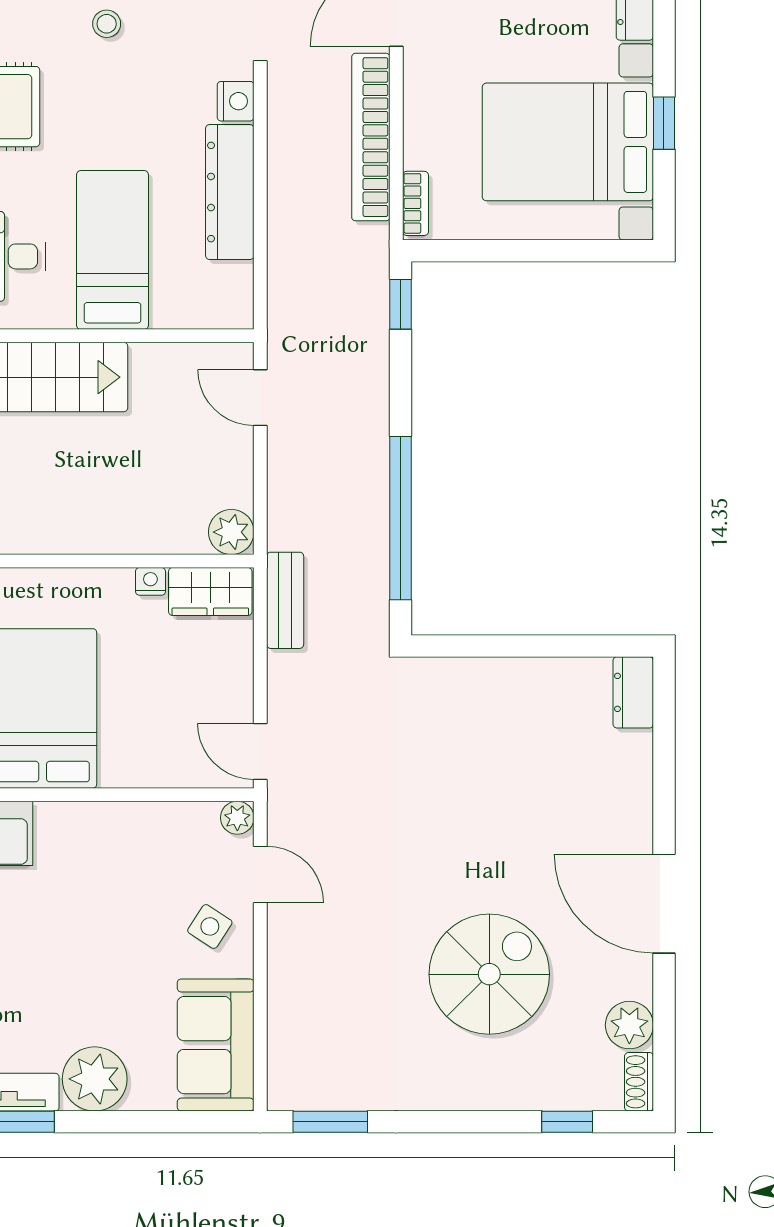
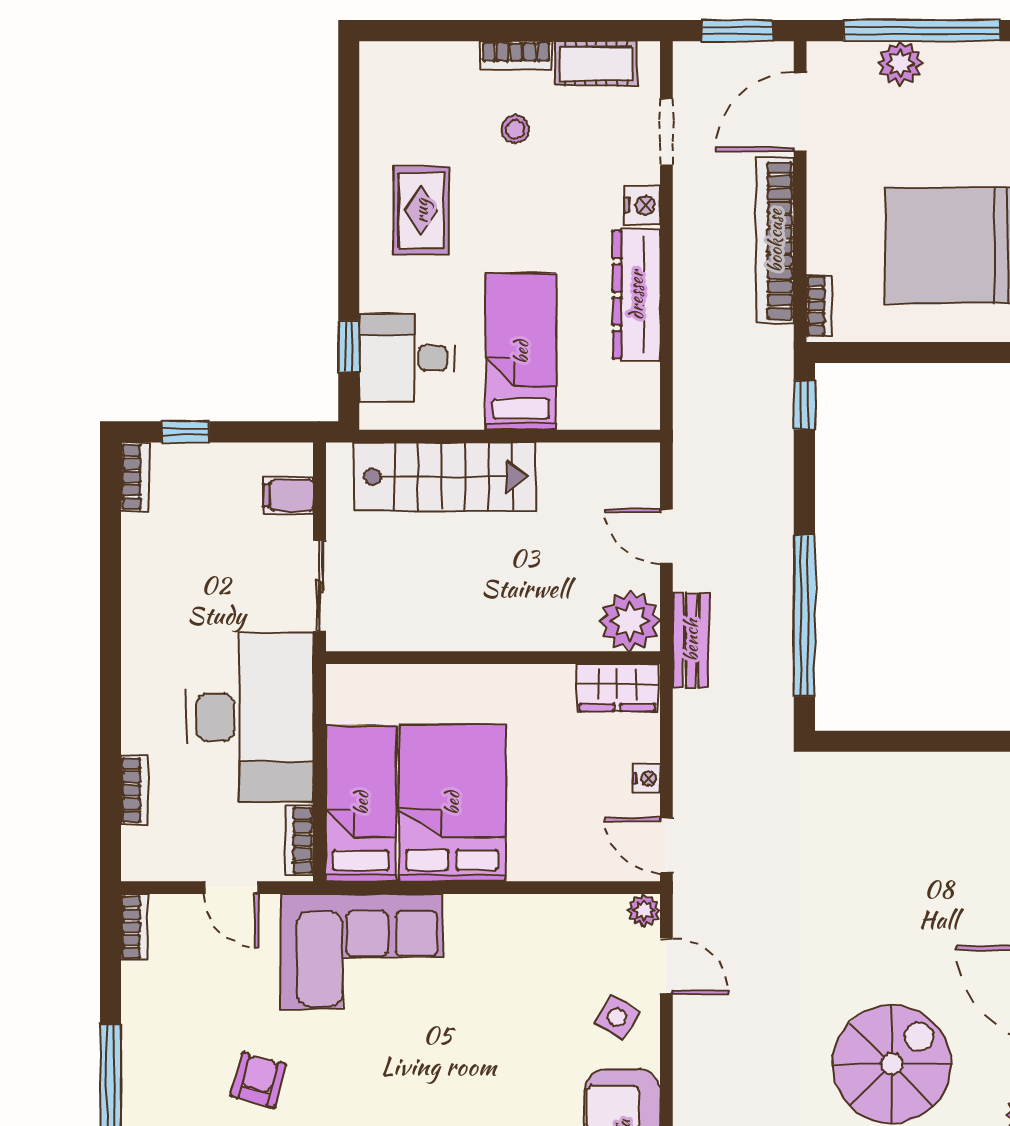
door: (260, 398) -> (666, 537), moved
plant: (231, 532) -> (630, 621), width x1.36, depth x1.36
nightstand: (150, 581) -> (646, 779), moved, turned 90
bench: (285, 600) -> (691, 640), moved

